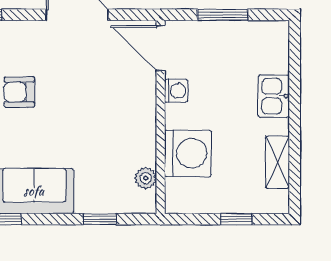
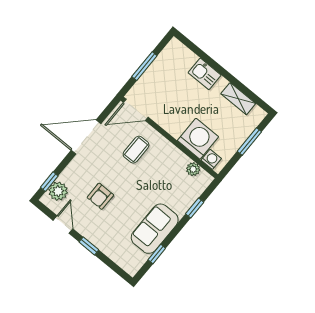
coffee table: (112, 89) -> (136, 150), added
washing machine: (176, 91) -> (211, 159), moved
window: (236, 219) -> (249, 142), width x1.50

